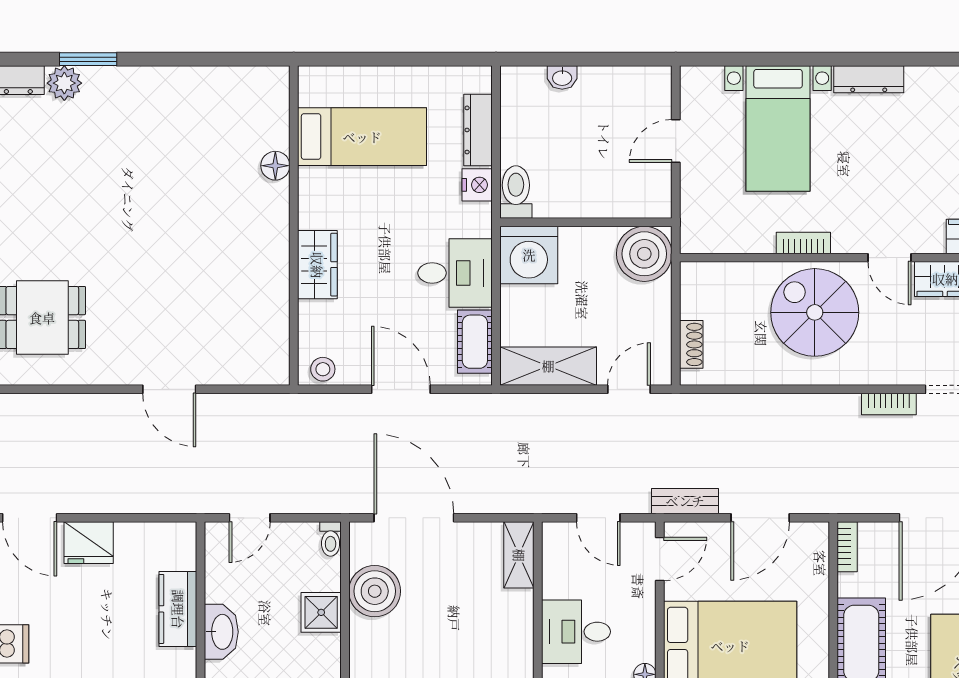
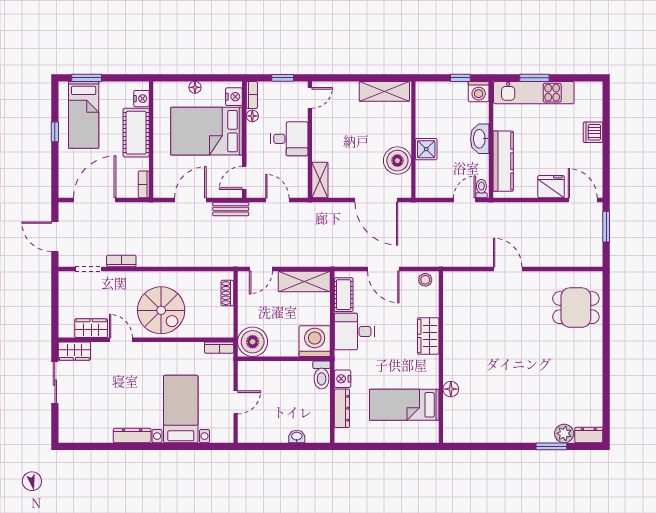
bookcase: (803, 243) -> (219, 348), moved
toilet: (331, 539) -> (481, 189), moved
kitchen counter: (178, 609) -> (503, 161), width x1.50

